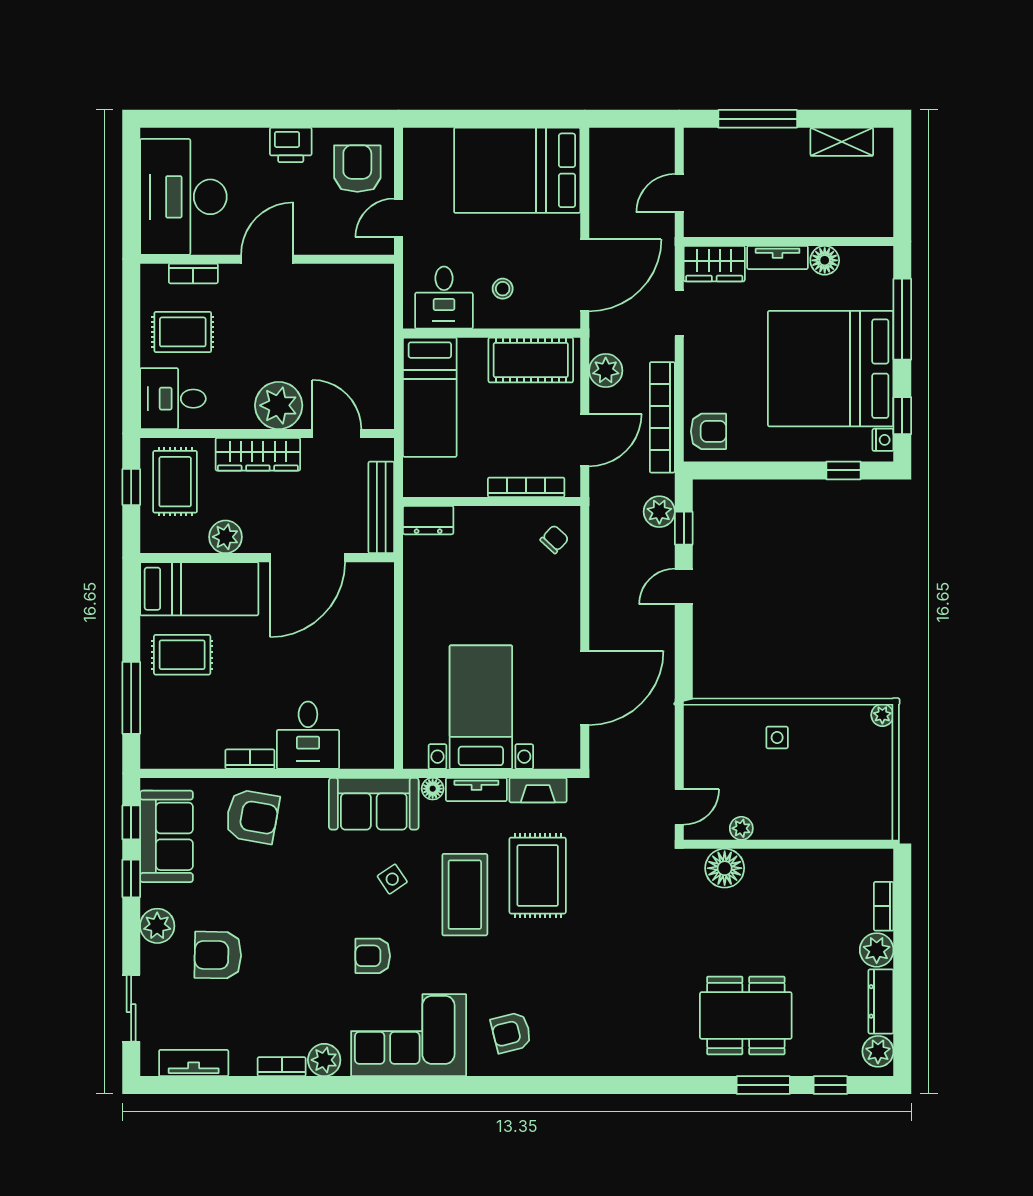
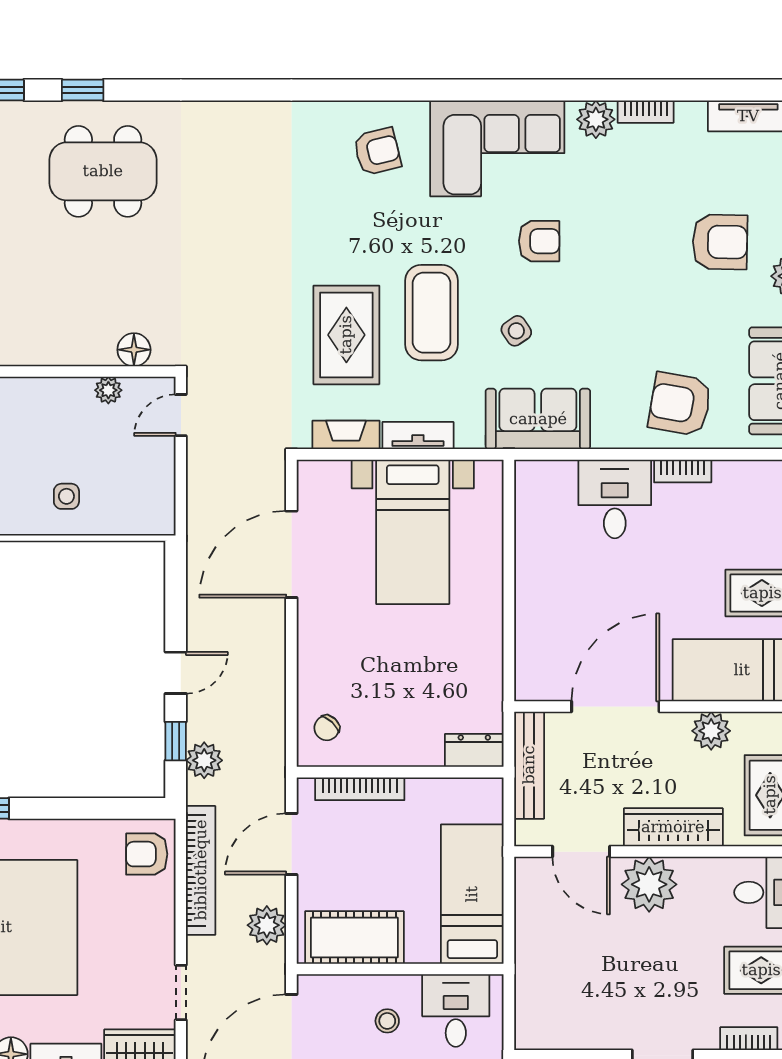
floor lamp: (433, 789) -> (469, 436), removed
floor lamp: (725, 868) -> (134, 350), width x0.73, depth x0.73
window: (763, 1085) -> (83, 90), width x0.67

